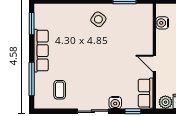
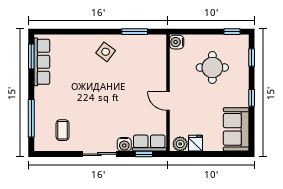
water cooler: (162, 23) -> (177, 42), moved
row of seats: (41, 51) -> (42, 62), moved
row of seats: (146, 93) -> (149, 143), moved, turned 90

